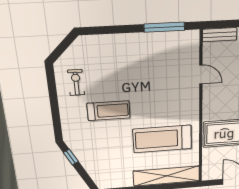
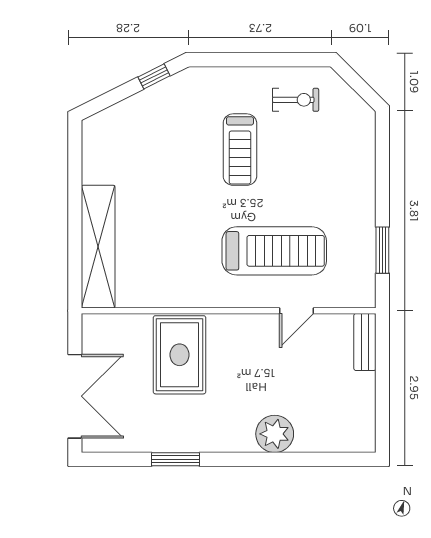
window: (164, 27) -> (382, 250), width x0.69
treadmill: (162, 139) -> (274, 251), moved, turned 90

